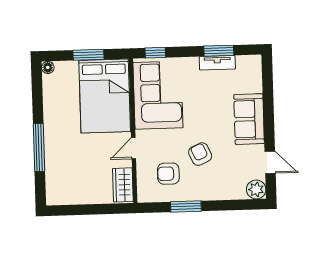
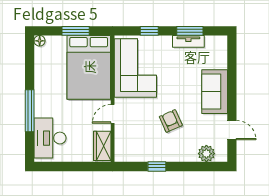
window: (155, 53) -> (149, 31), moved
armchair: (168, 174) -> (142, 137), removed
desk: (63, 178) -> (50, 138), added
plant: (256, 189) -> (206, 154), moved
window: (186, 206) -> (157, 166), width x0.67

